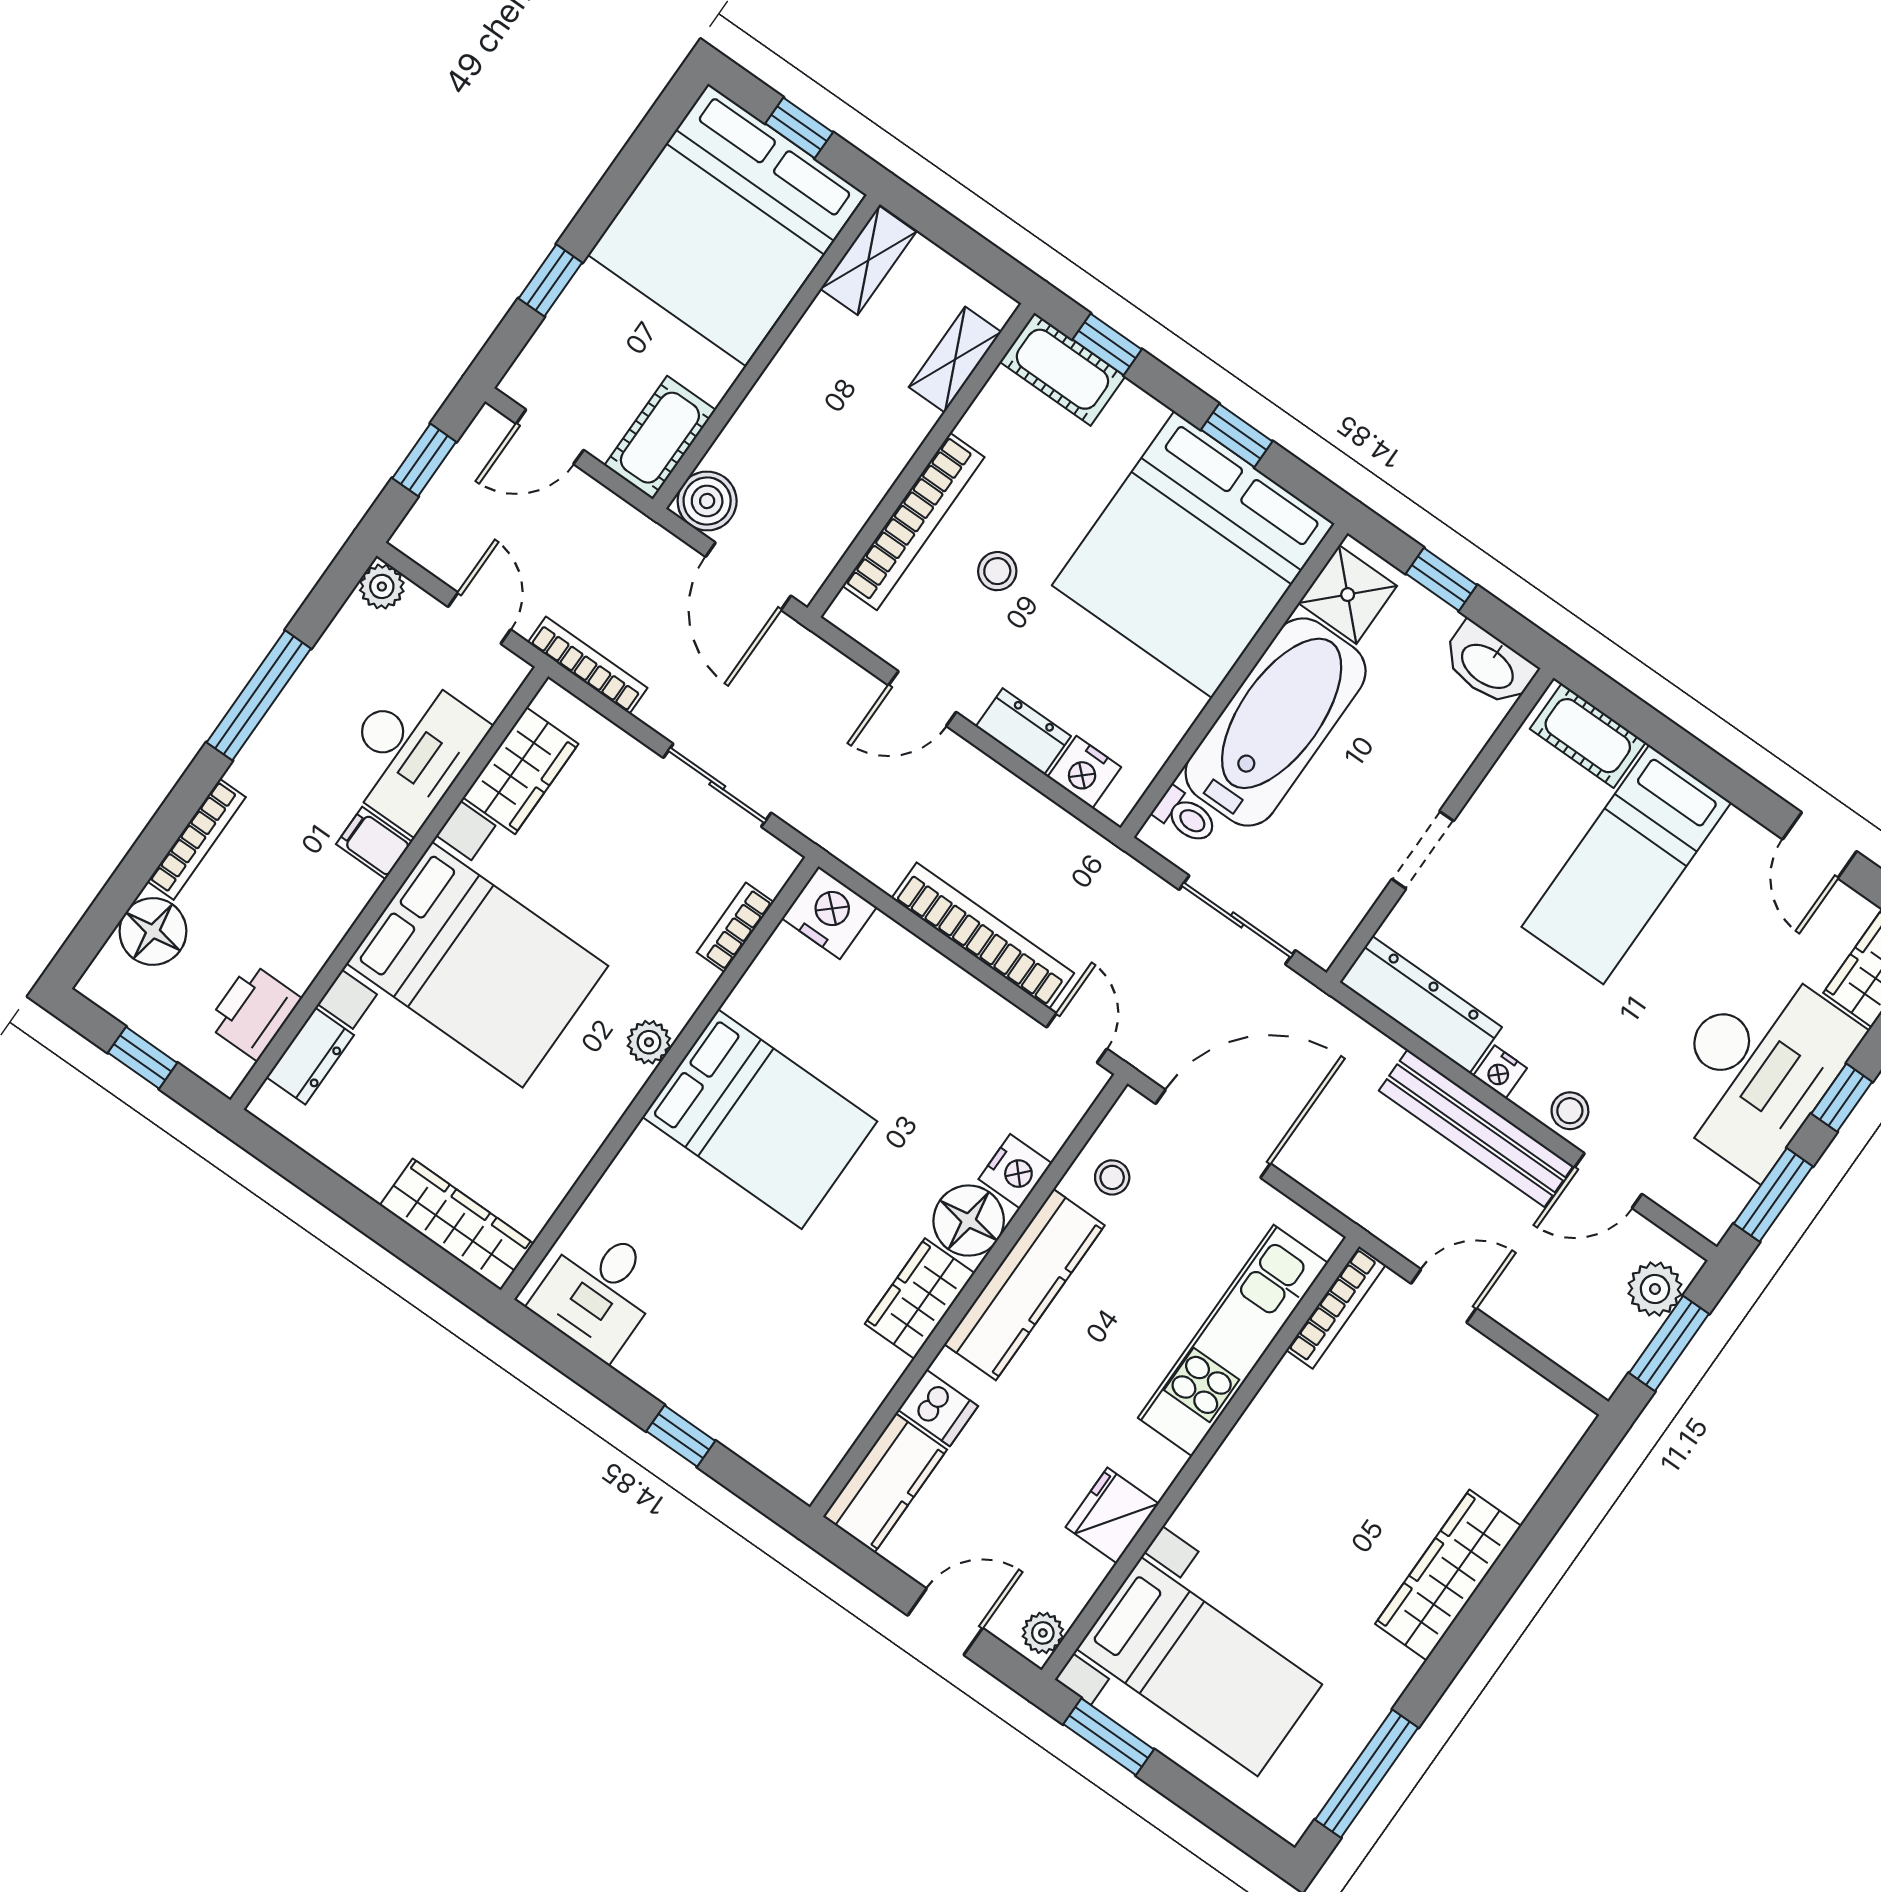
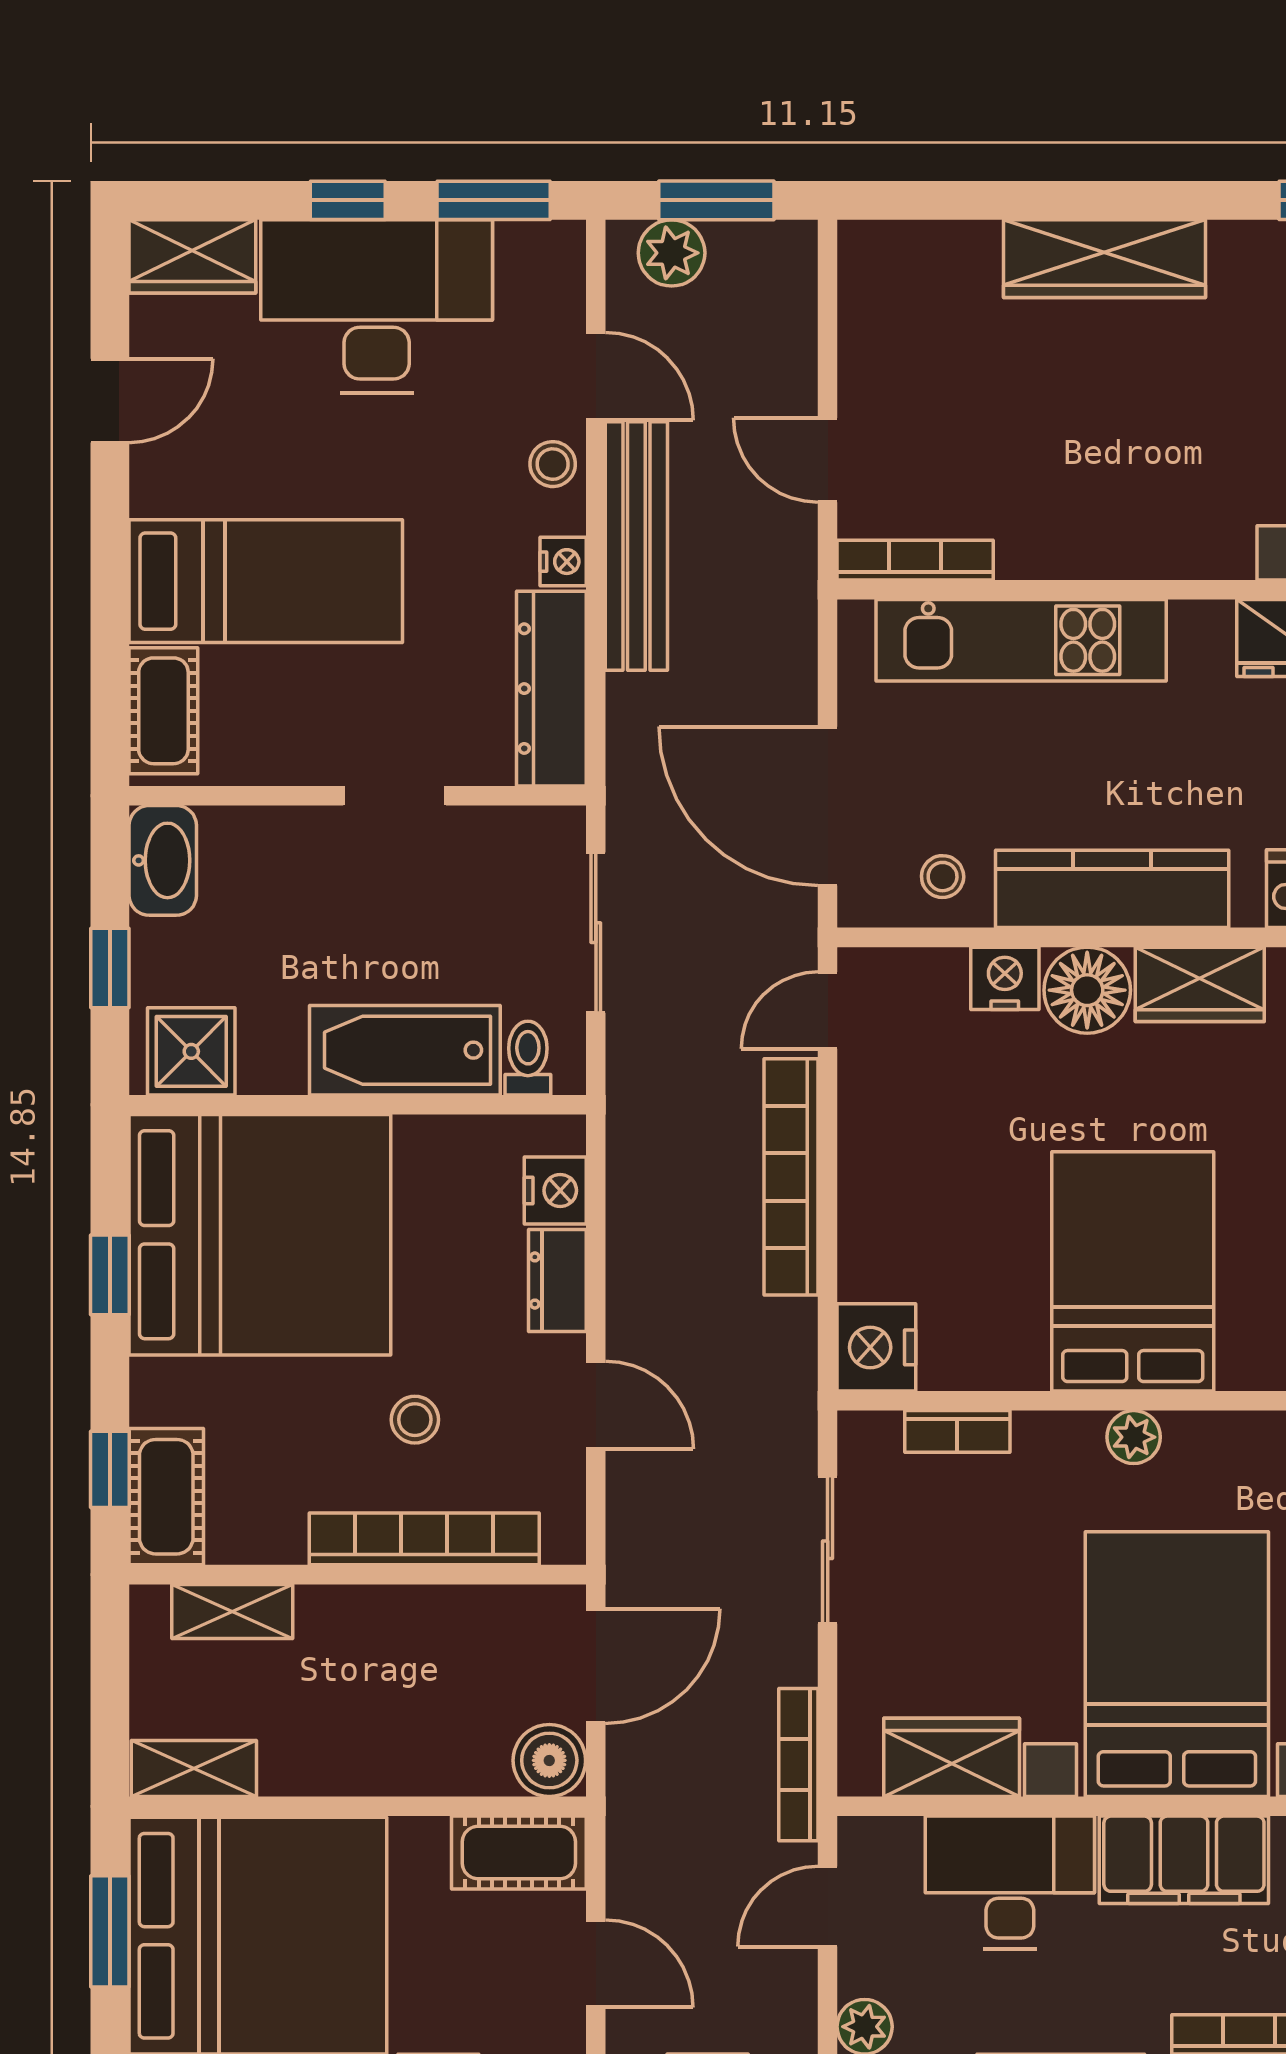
window: (799, 128) -> (110, 1931), width x1.50
bathtub: (1276, 722) -> (405, 1050), width x0.73, depth x0.73
filing cabinet: (374, 843) -> (1184, 1860), width x3.00, depth x1.17

